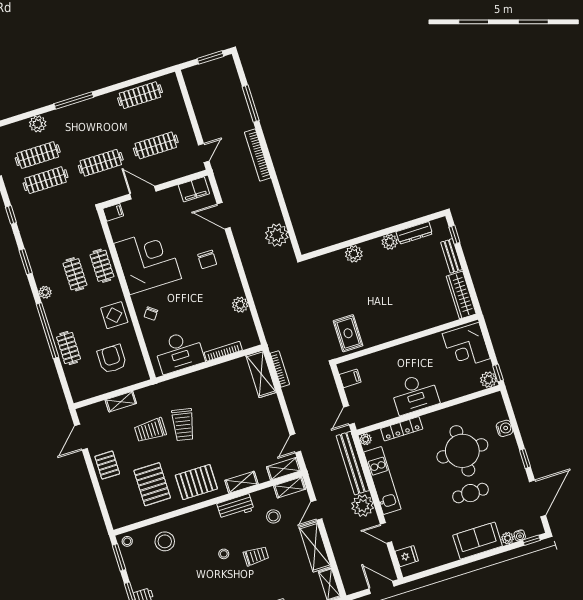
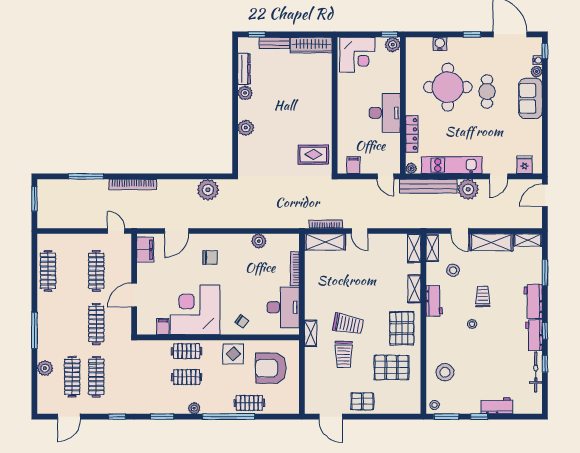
filing cabinet: (113, 212) -> (163, 327), moved
armchair: (112, 359) -> (271, 368), width x1.36, depth x1.36
shelving: (121, 402) -> (311, 333), moved
door: (295, 443) -> (359, 231), moved

